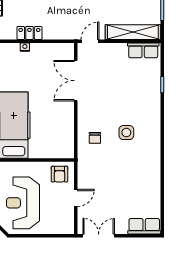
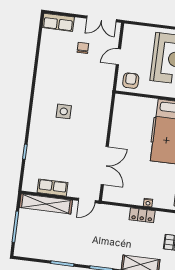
row of seats: (143, 50) -> (53, 188), moved
chair: (95, 138) -> (83, 48), moved

